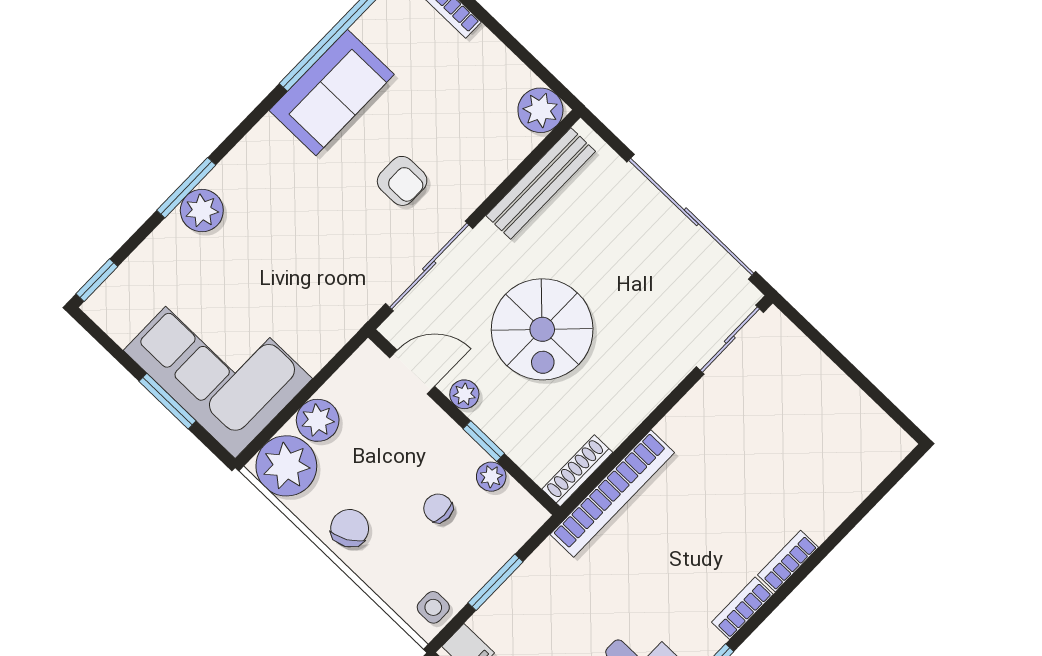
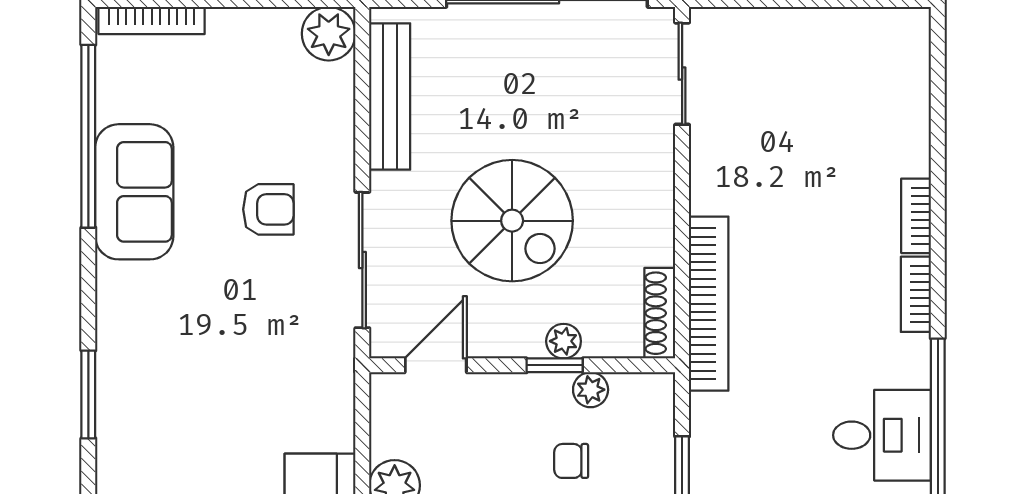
plant: (202, 211) -> (121, 401), removed
plant: (464, 394) -> (564, 341), moved

